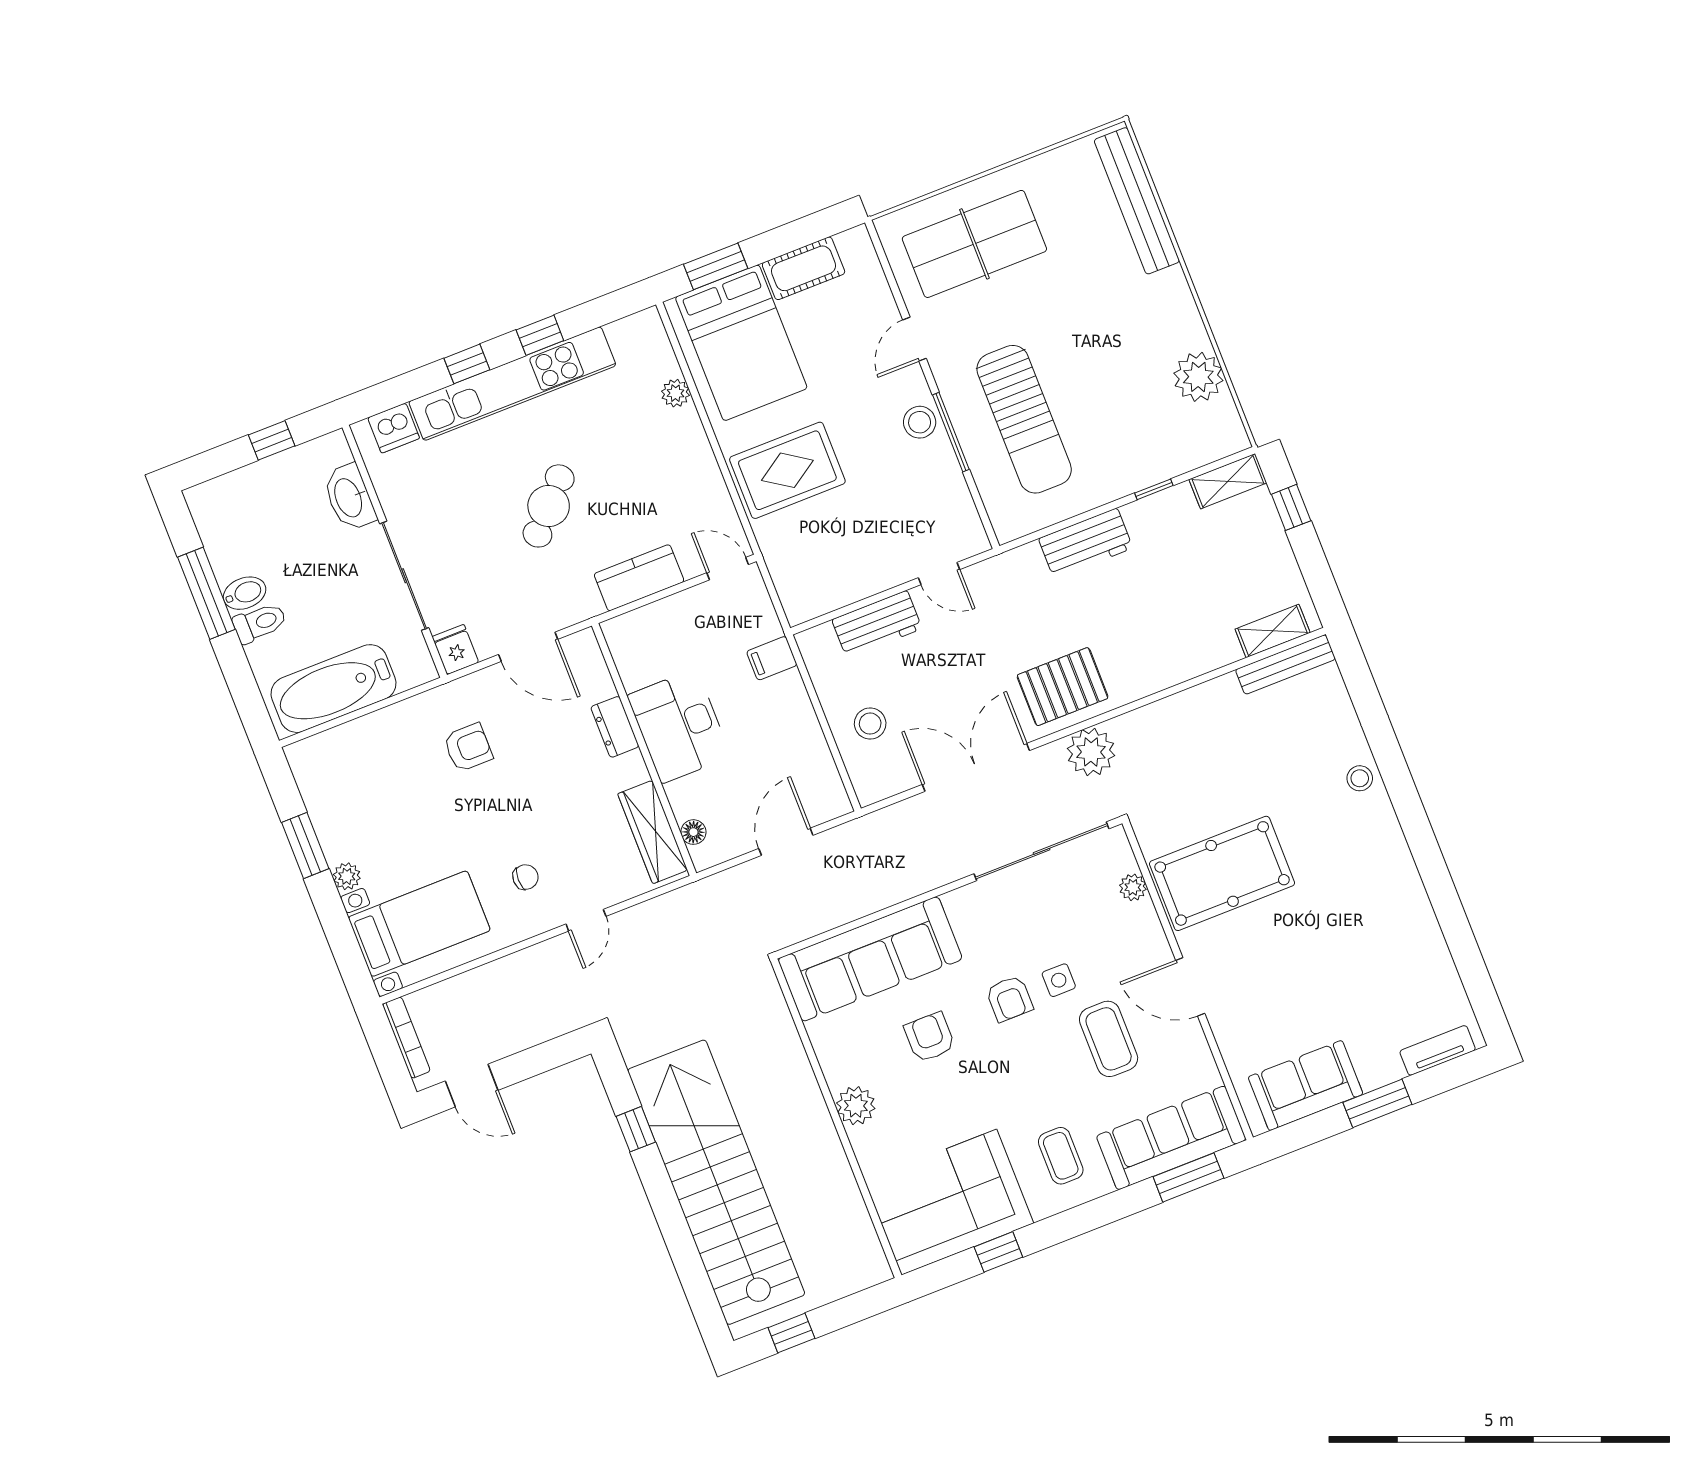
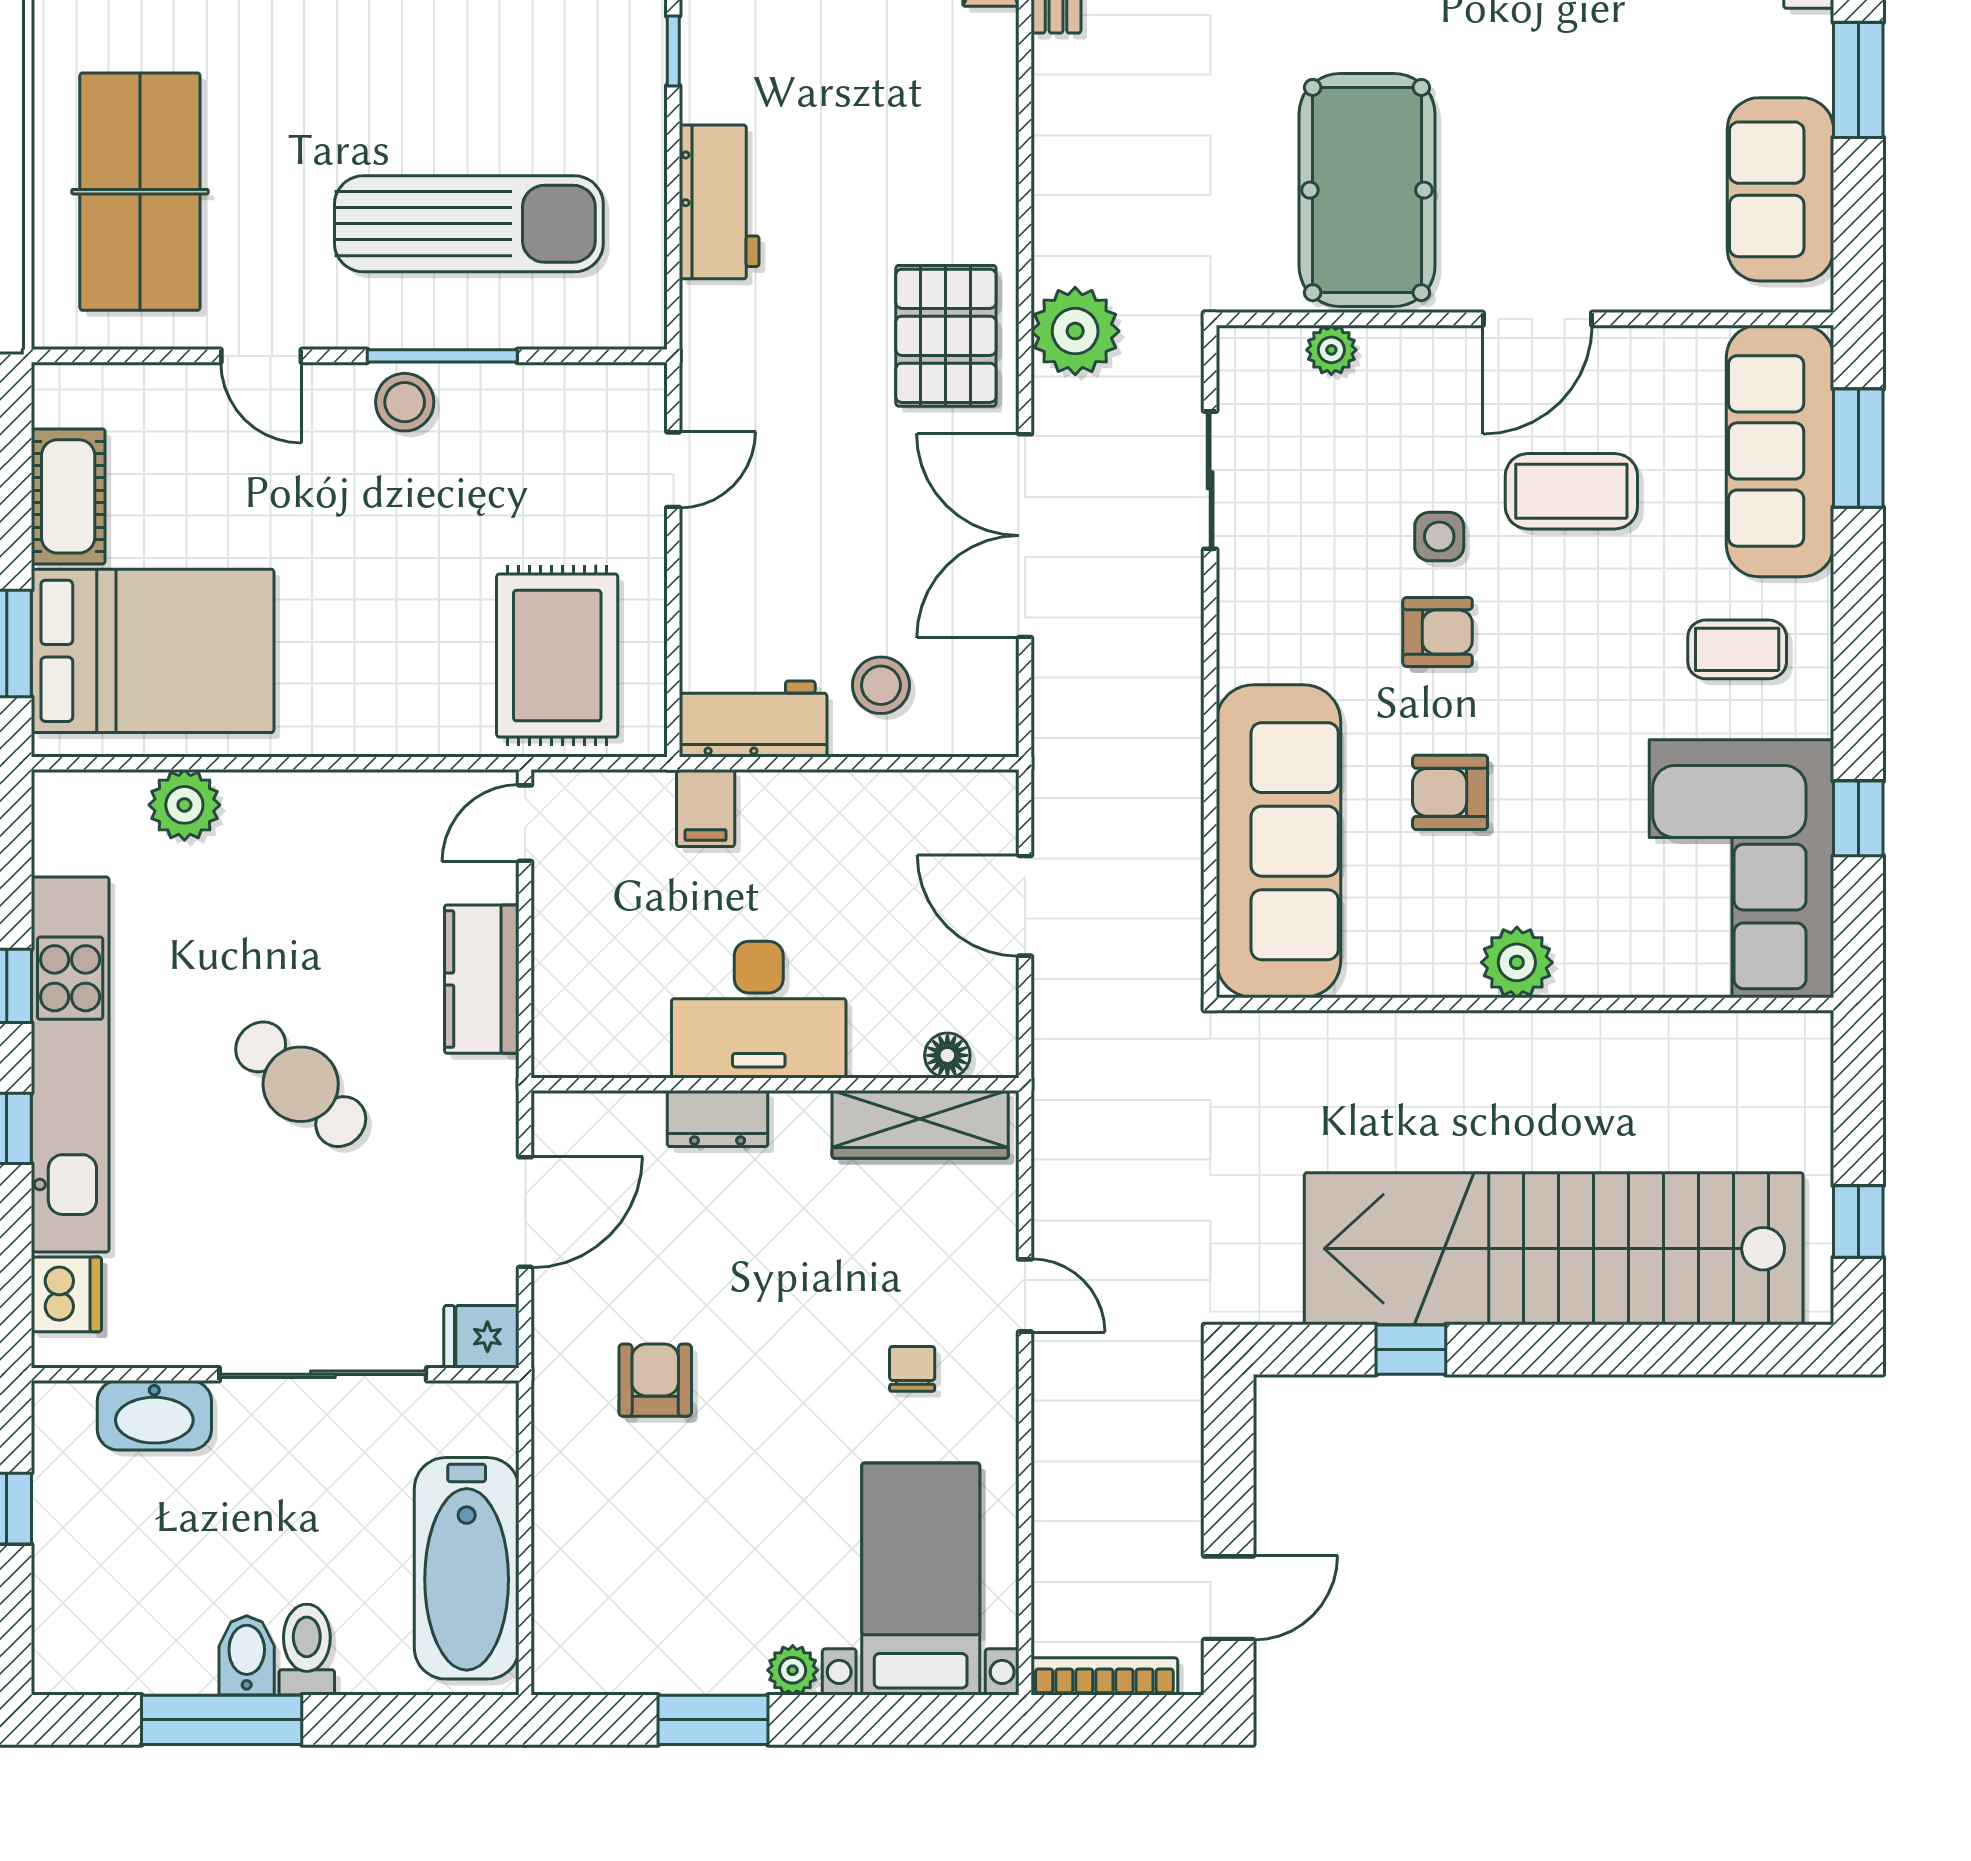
plant: (675, 393) -> (184, 805), width x1.38, depth x1.38
rug: (787, 470) -> (557, 656), moved
workbench: (877, 624) -> (753, 719), moved, turned -90
sliding door: (1042, 851) -> (1210, 480), width x0.54

